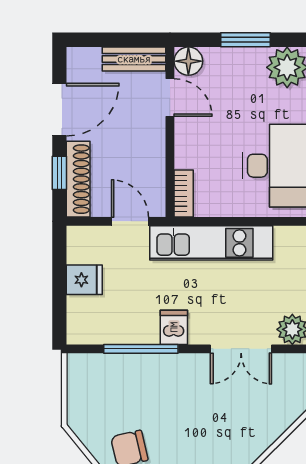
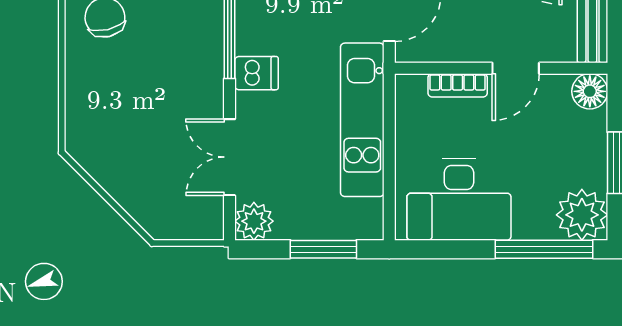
door: (170, 98) -> (516, 68), moved
bookcase: (184, 194) -> (458, 85), moved

